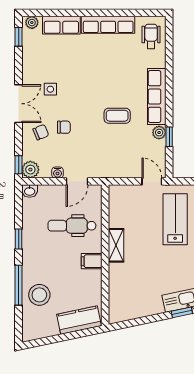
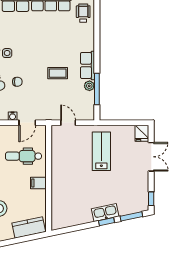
row of seats: (157, 97) -> (87, 65), width x0.68
window: (169, 137) -> (97, 89), width x2.17
door: (152, 181) -> (68, 123), moved
shelving: (116, 245) -> (57, 171), removed

